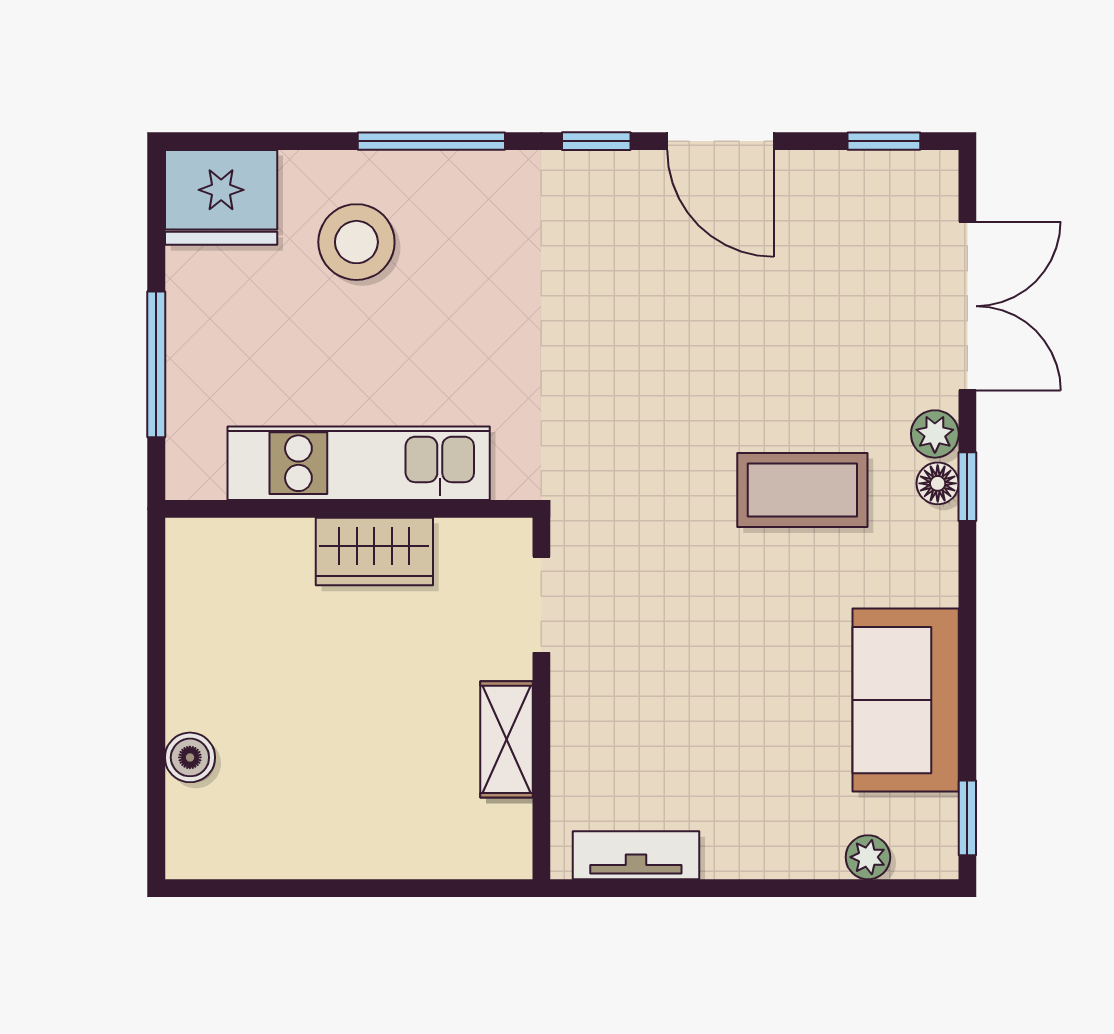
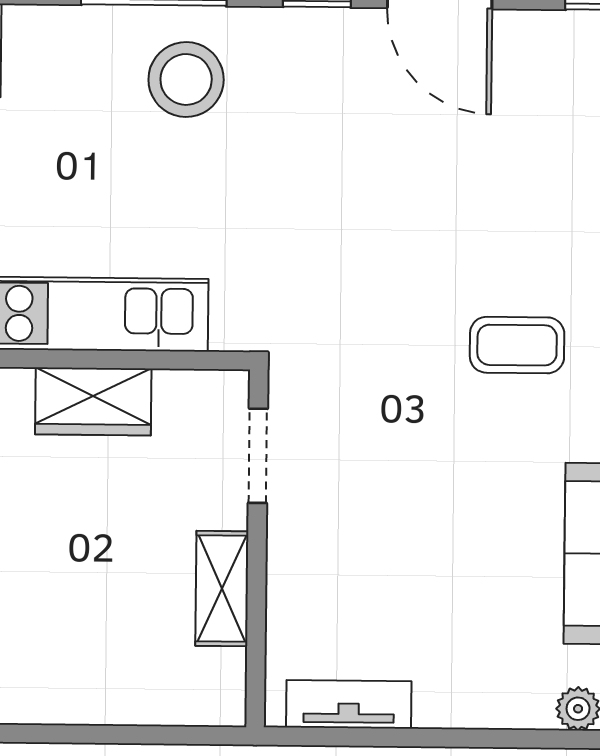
stool: (356, 242) -> (186, 79), moved
coffee table: (802, 490) -> (517, 345), width x0.73, depth x0.77

